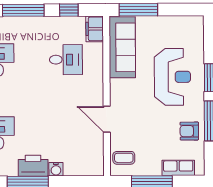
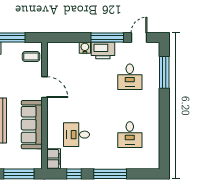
sofa: (122, 47) -> (32, 125), moved

